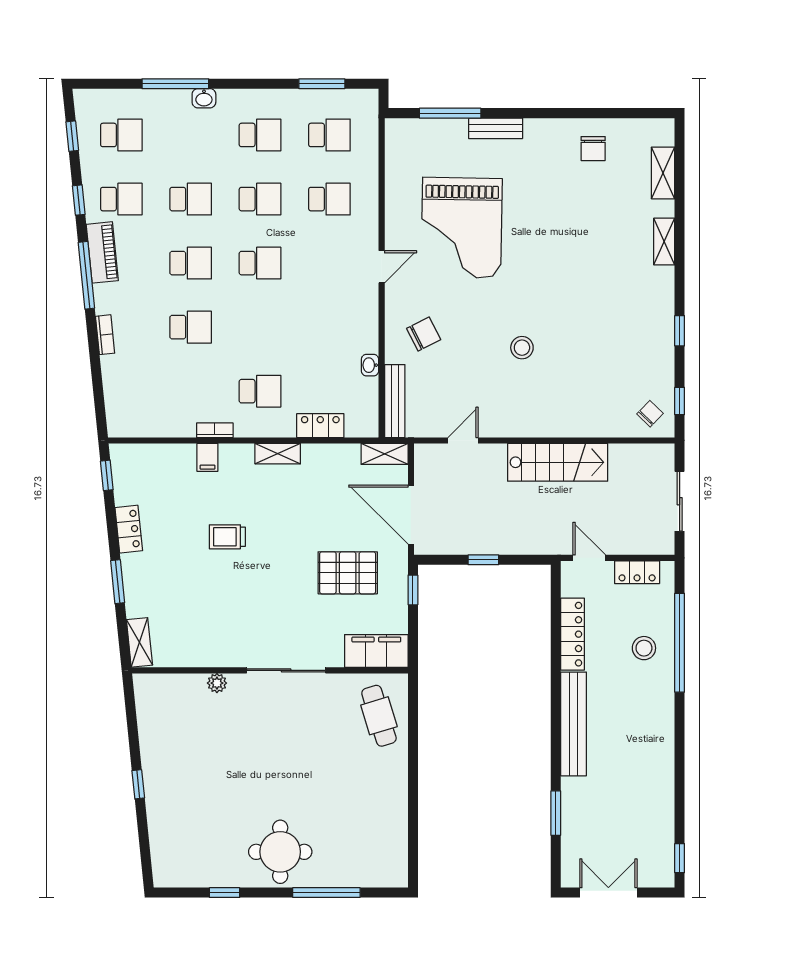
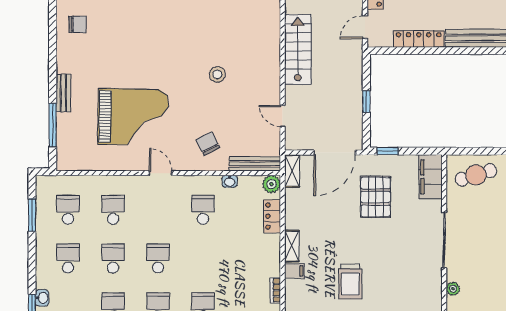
school desk: (260, 391) -> (203, 210), moved
plant: (366, 425) -> (271, 184), added
filing cabinet: (207, 457) -> (294, 271), moved
trolley: (227, 537) -> (350, 281), width x1.36, depth x1.39

